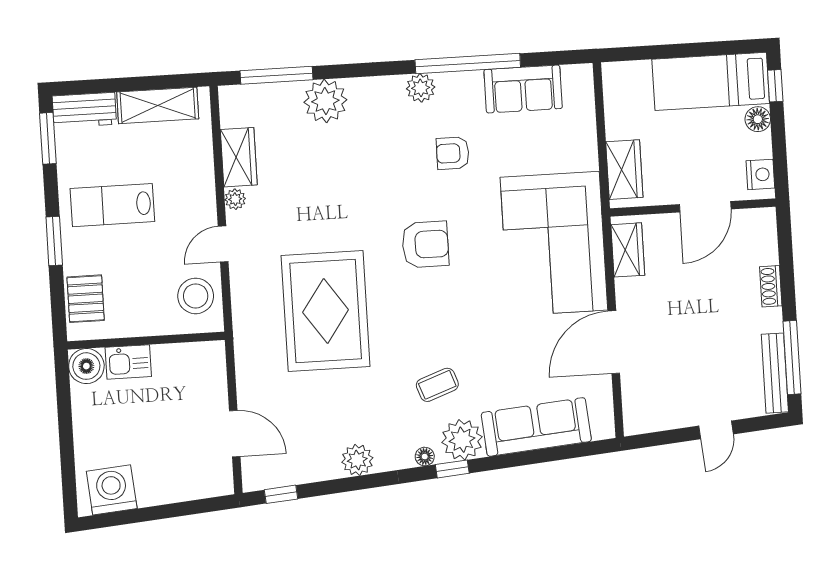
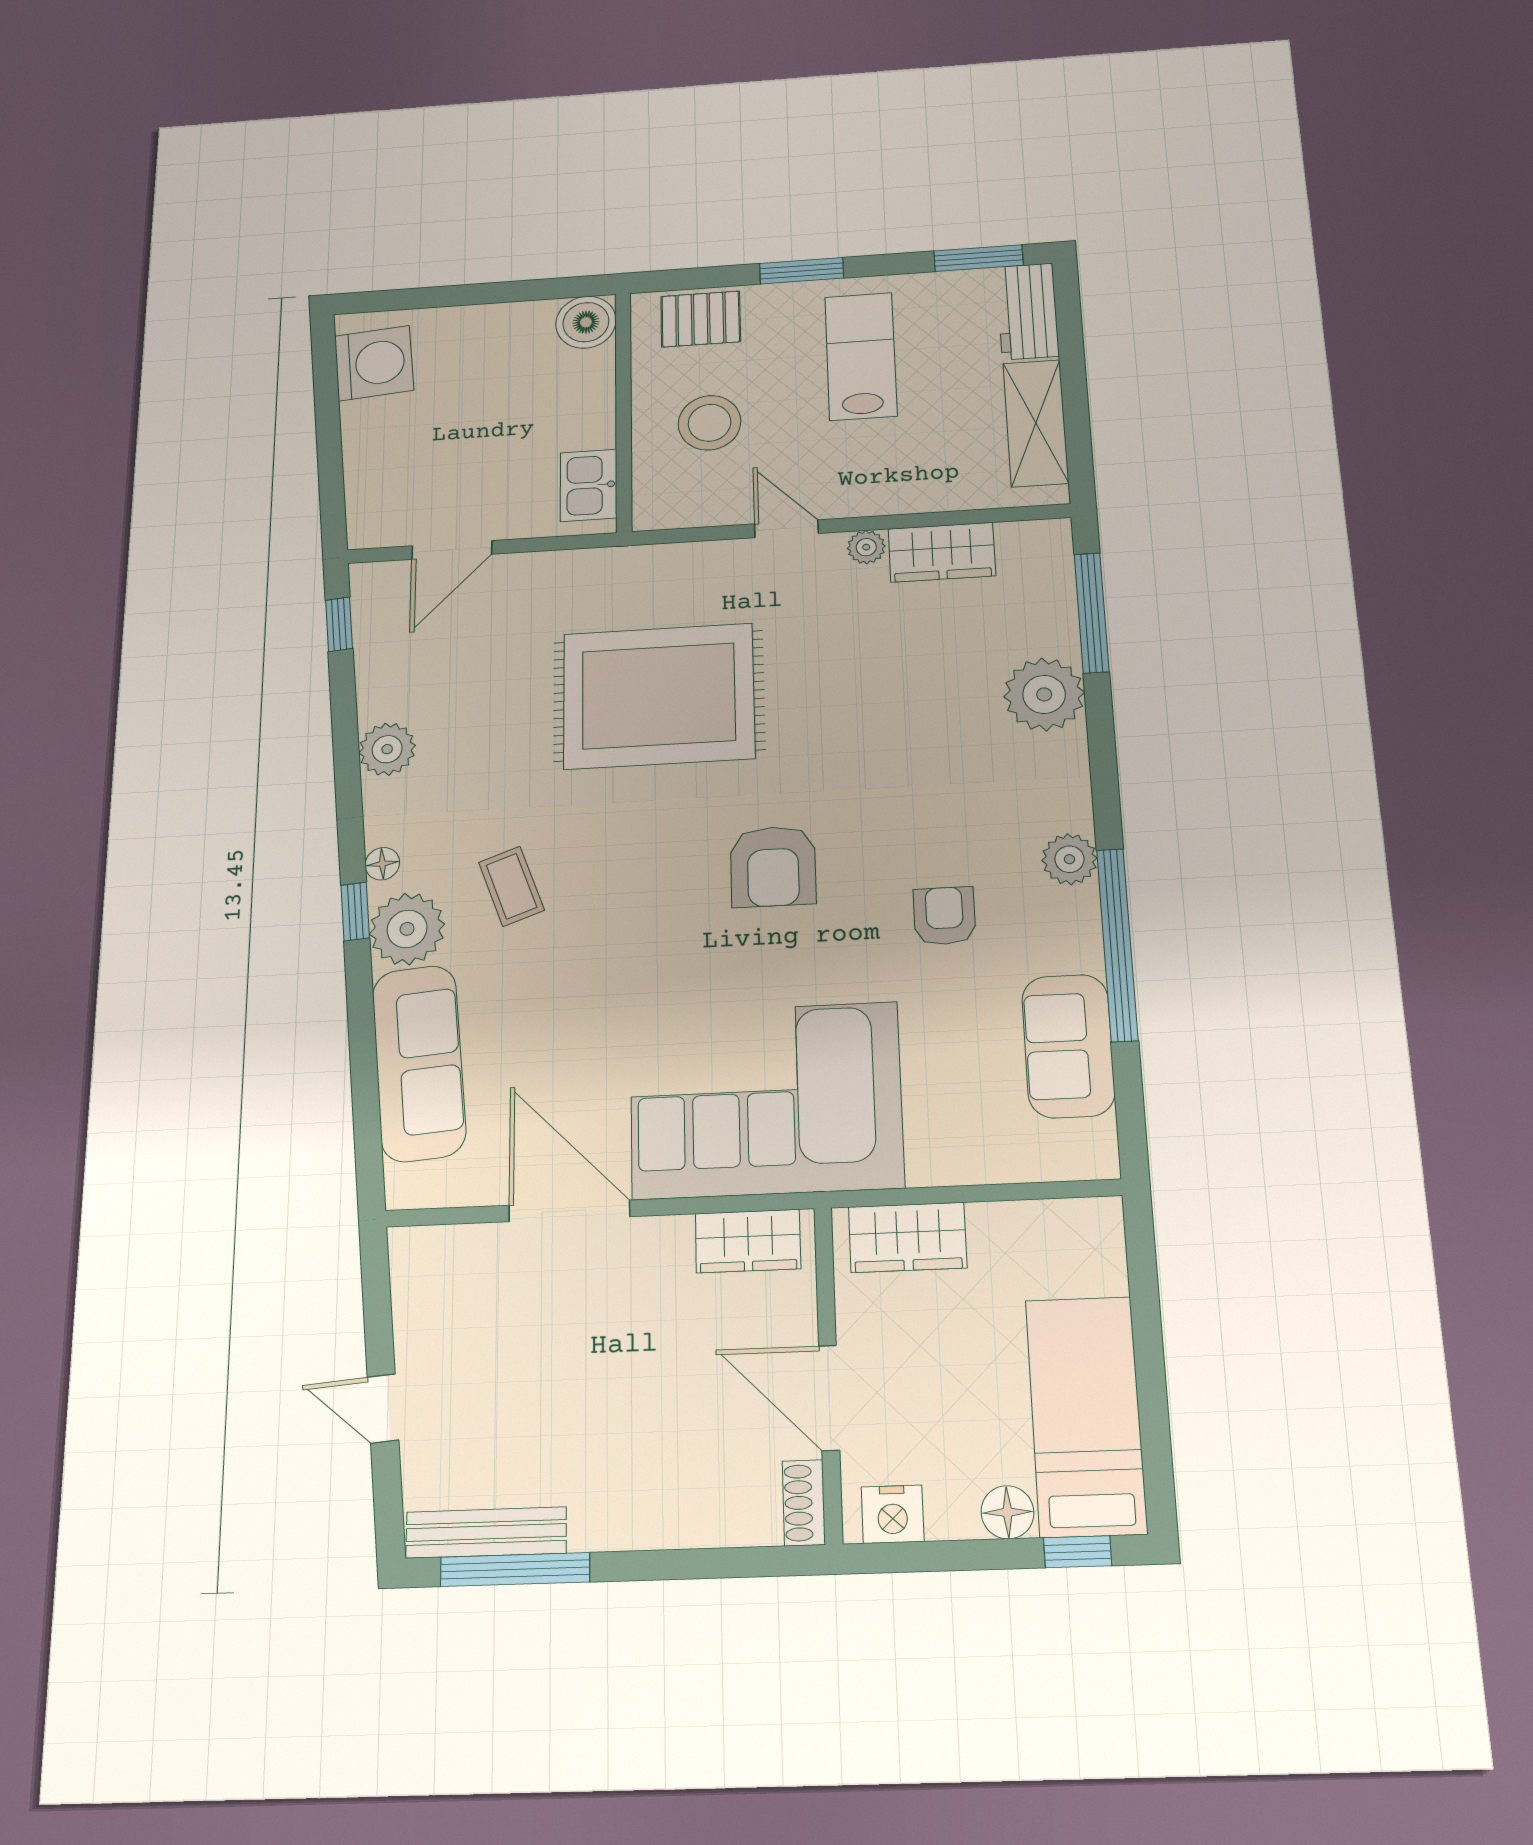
shoe rack: (771, 286) -> (804, 1503), moved, turned -90
stool: (196, 296) -> (710, 423), moved
kitchen sink: (128, 362) -> (589, 485), moved

